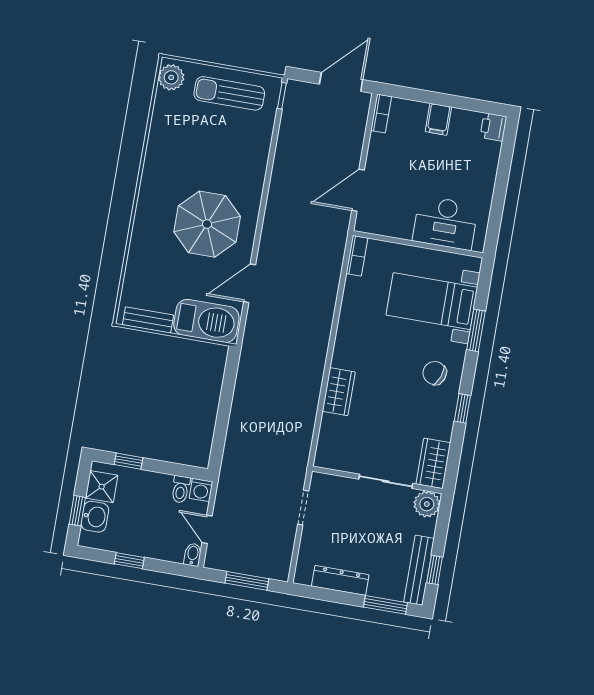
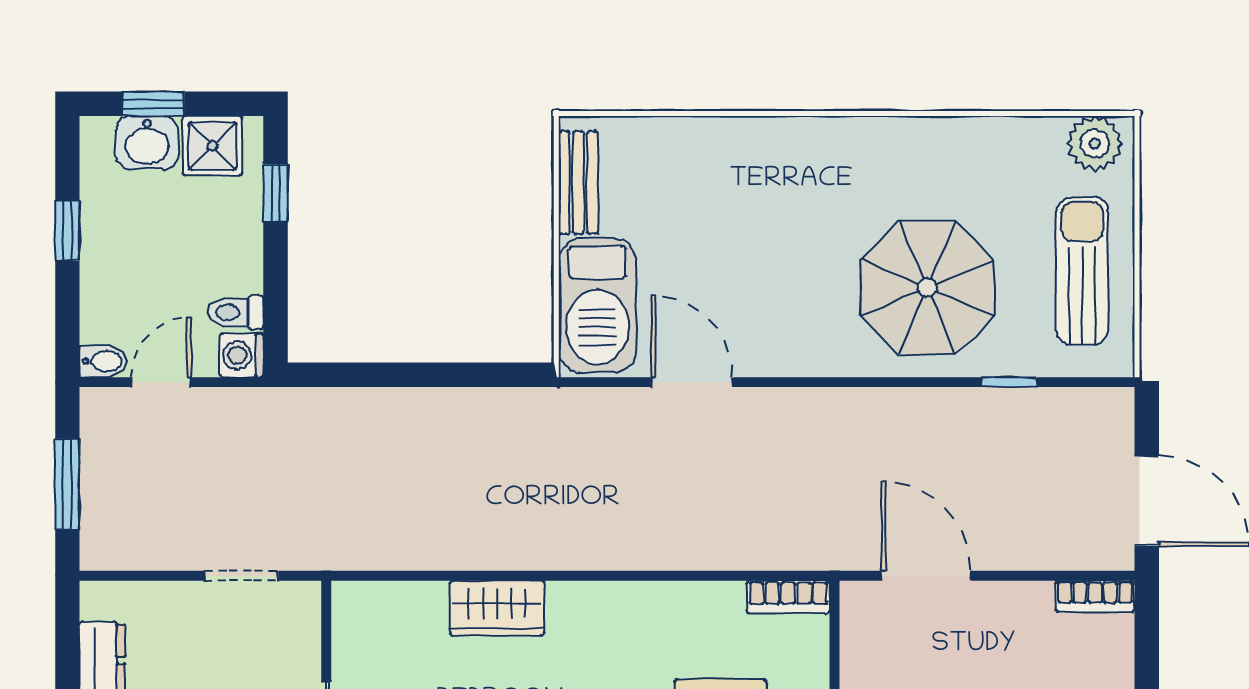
window: (282, 96) -> (1009, 382), moved
parasol: (207, 224) -> (927, 288), moved

